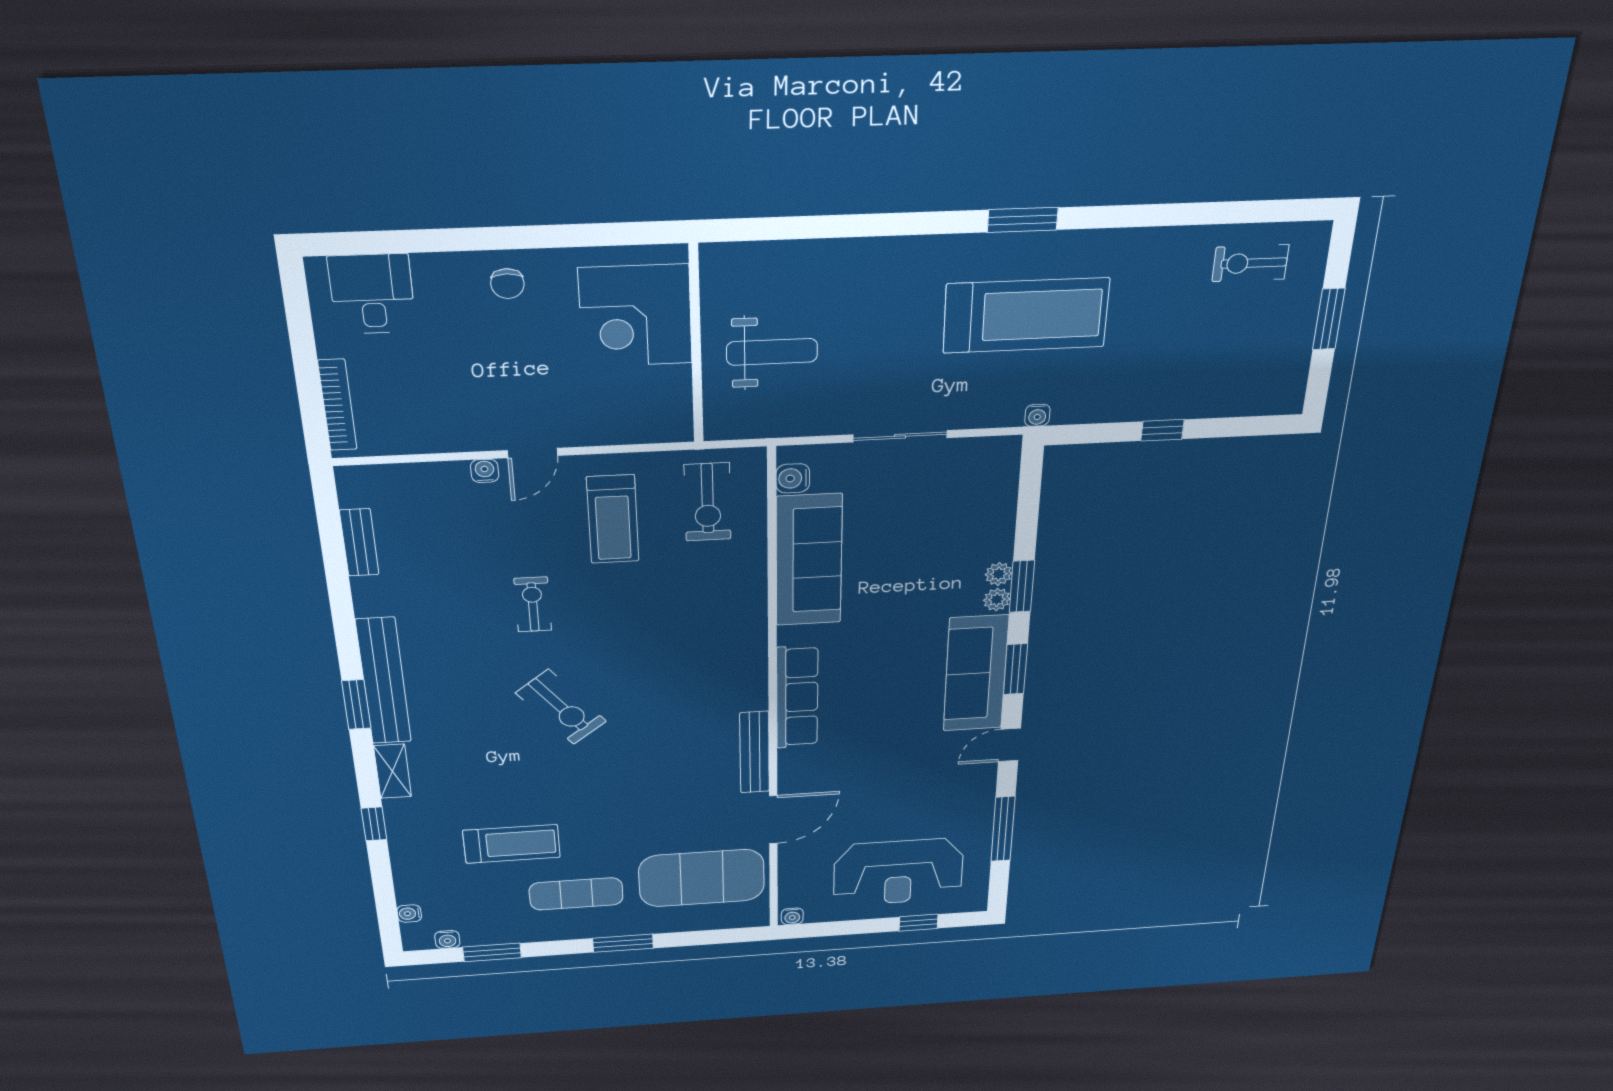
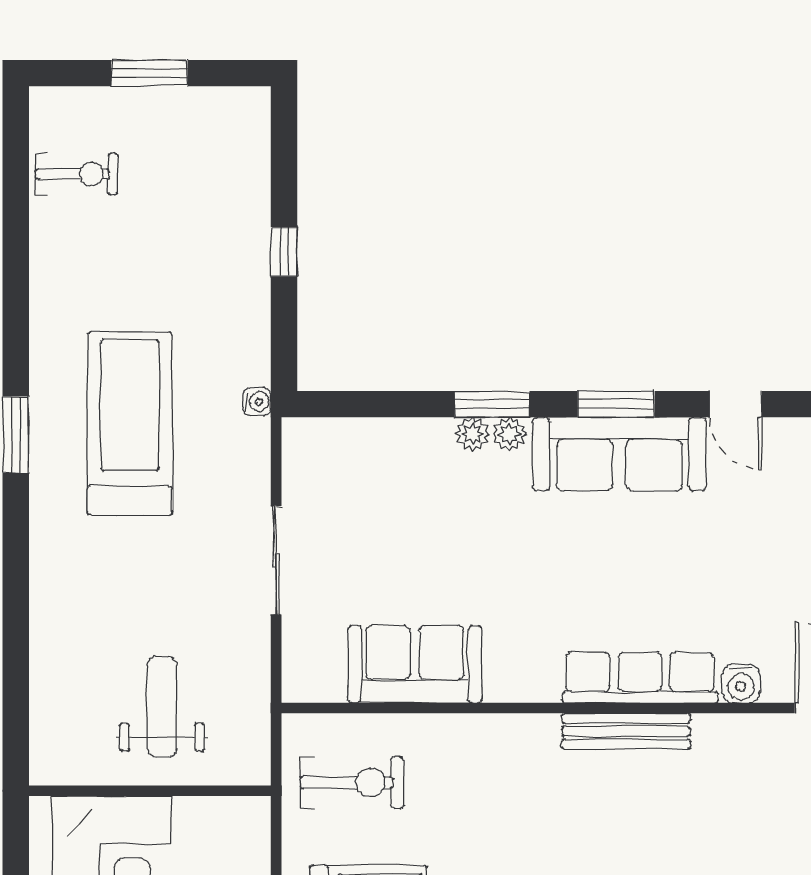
exercise bike: (1250, 263) -> (77, 174), turned -90
water cooler: (793, 478) -> (741, 684), moved
sofa: (809, 560) -> (415, 664), width x0.73
bench: (755, 752) -> (626, 731), moved

